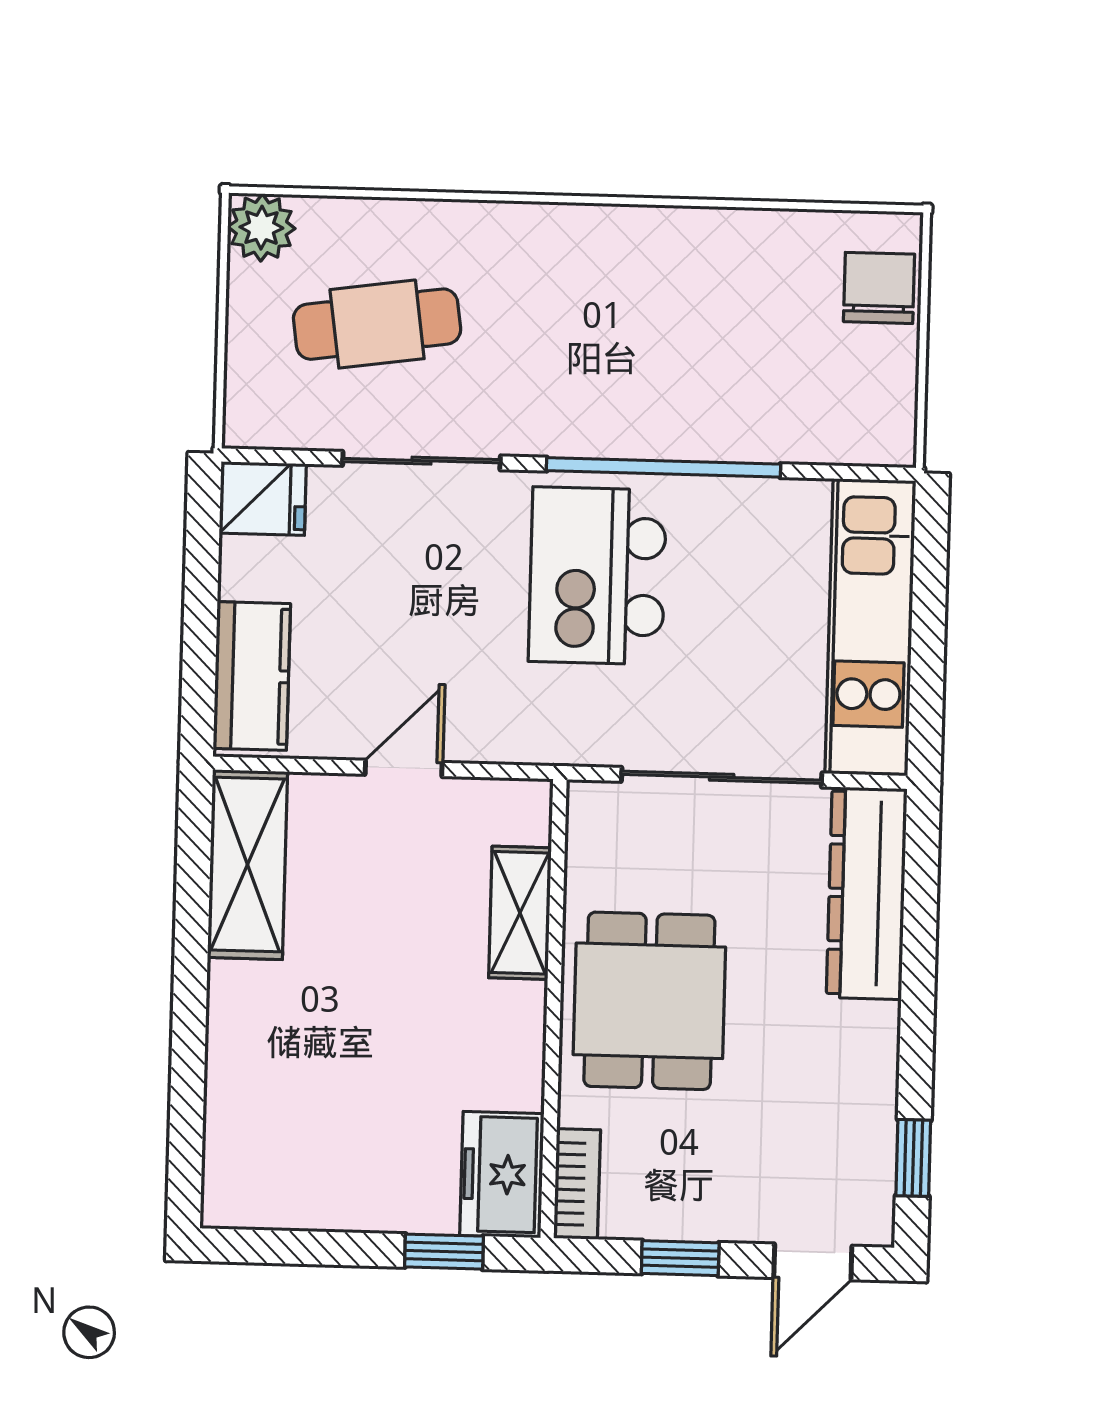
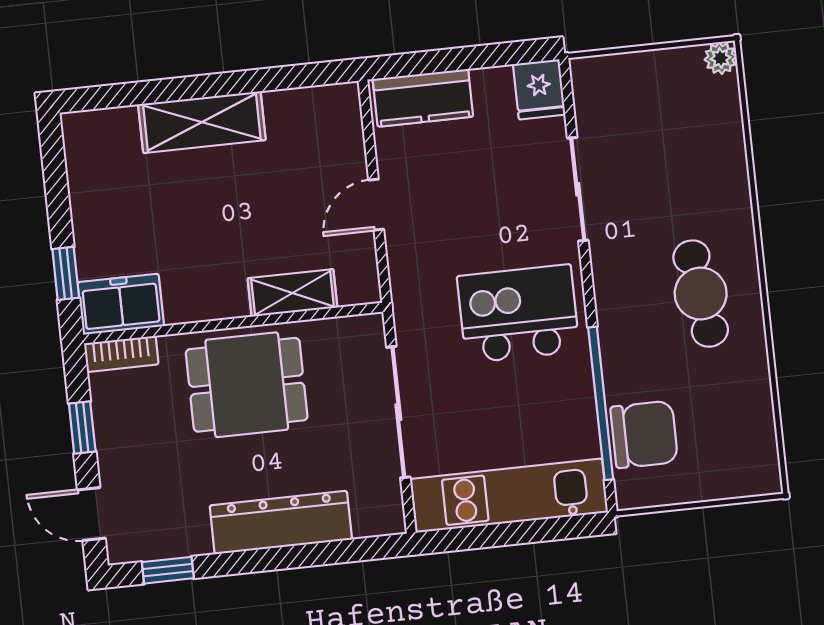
plant: (261, 228) -> (721, 58), width x0.73, depth x0.73
chair: (879, 288) -> (644, 434), moved, width x1.37, depth x1.37
cafe table: (377, 324) -> (701, 294), moved
window: (664, 467) -> (601, 403), moved
door: (404, 768) -> (376, 205), swing flipped
shelving: (247, 865) -> (202, 122), moved
dresser: (867, 893) -> (281, 522), moved

